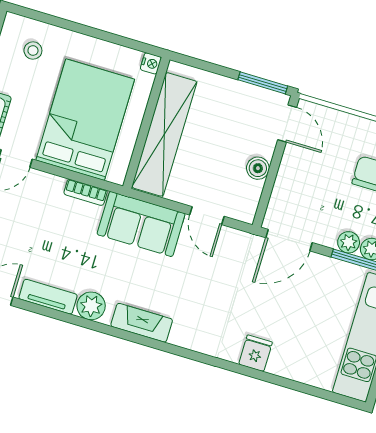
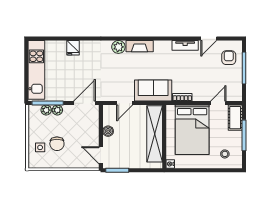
door: (207, 216) -> (125, 103), swing flipped
plant: (91, 306) -> (118, 47), moved
fridge: (256, 353) -> (73, 48), moved

